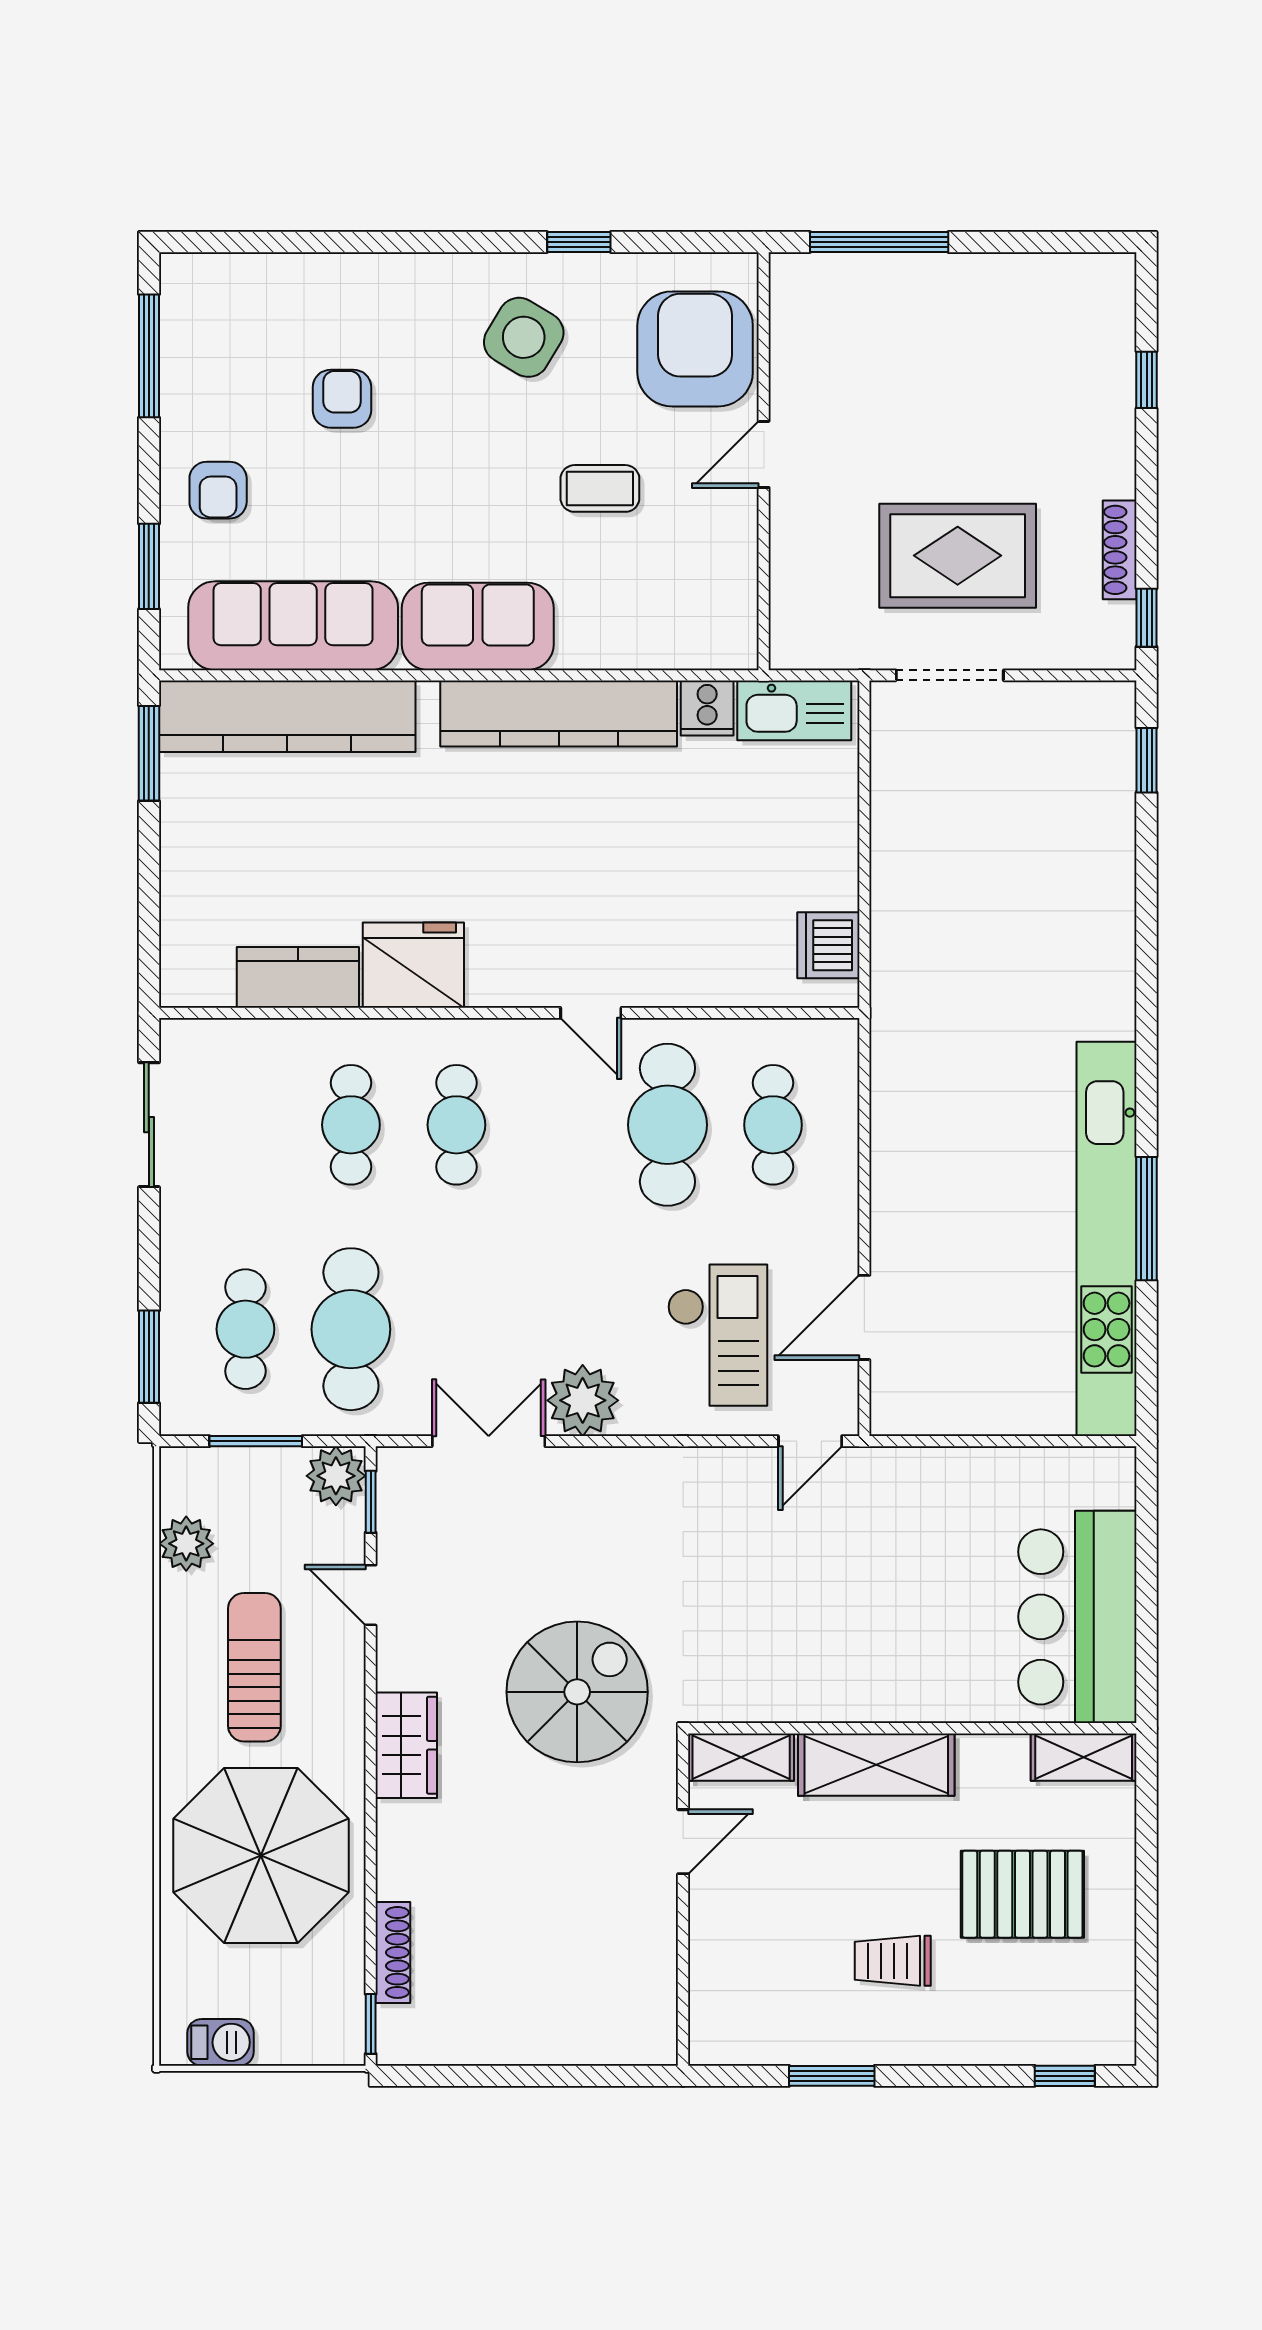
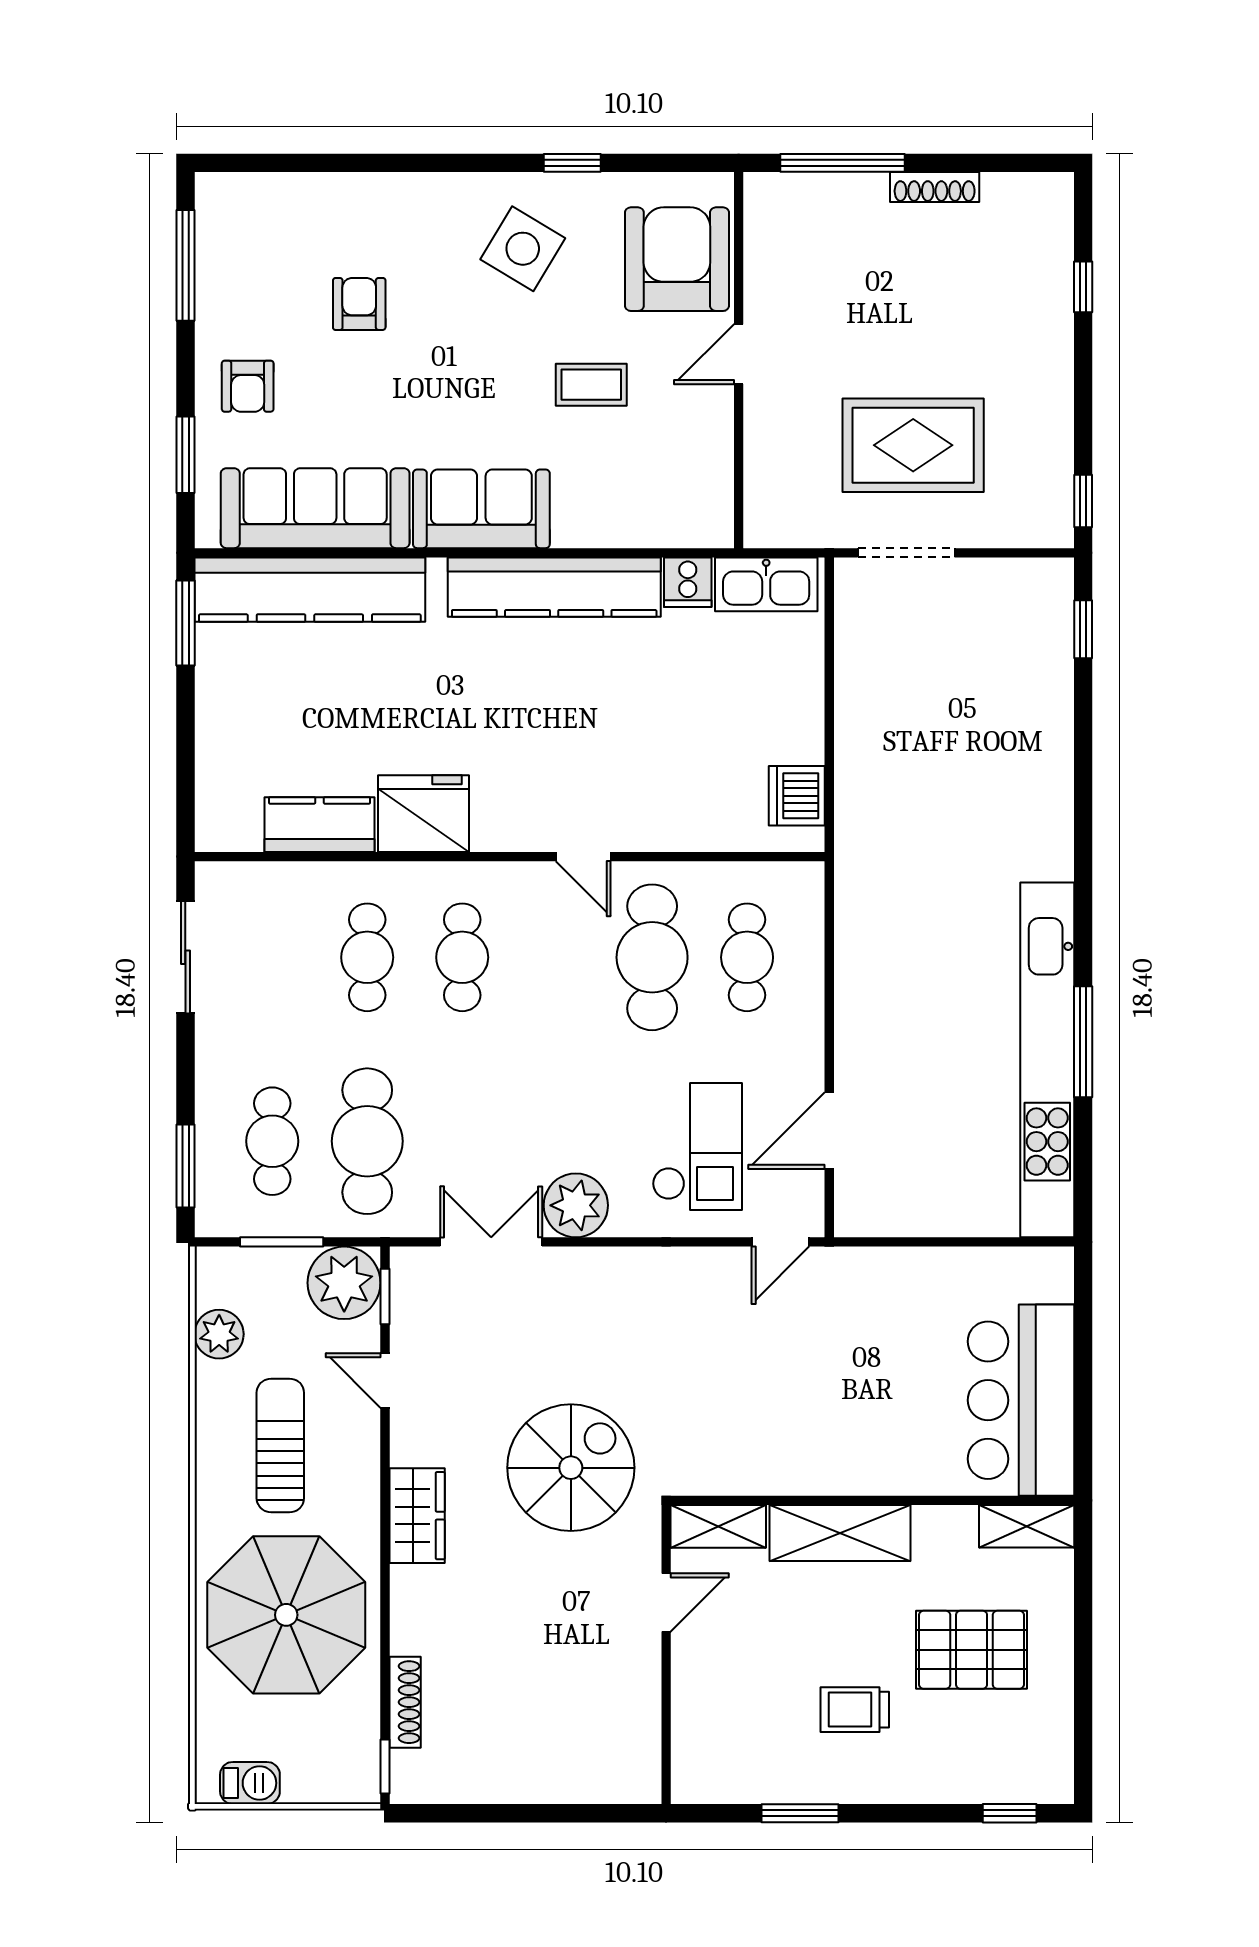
shoe rack: (1120, 550) -> (935, 187), moved, turned -90
plant: (336, 1476) -> (344, 1283), width x1.36, depth x1.36

